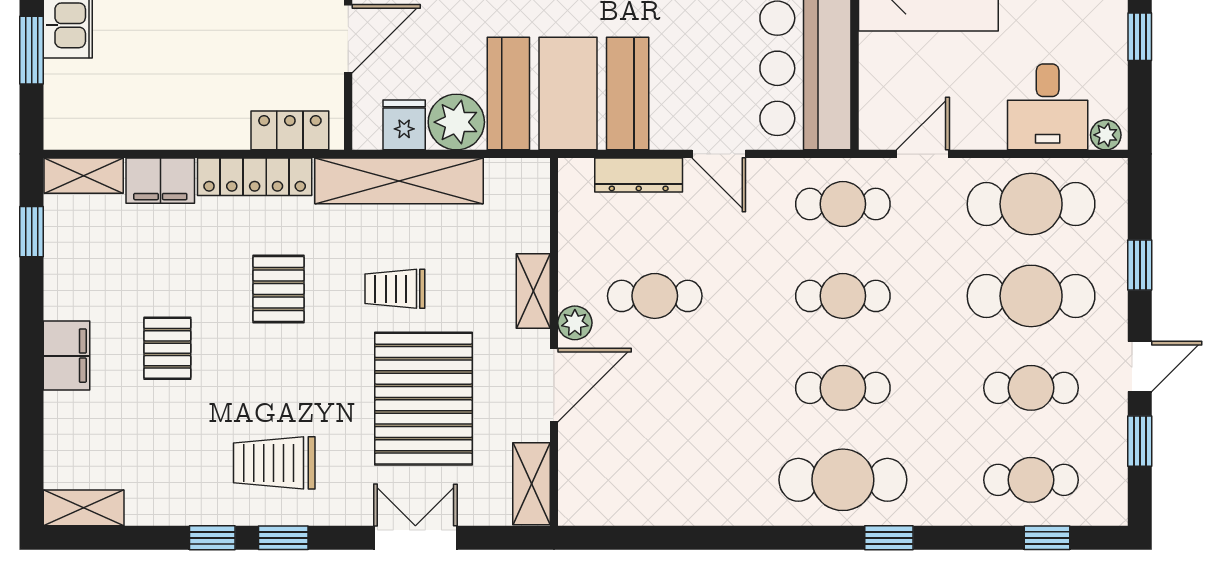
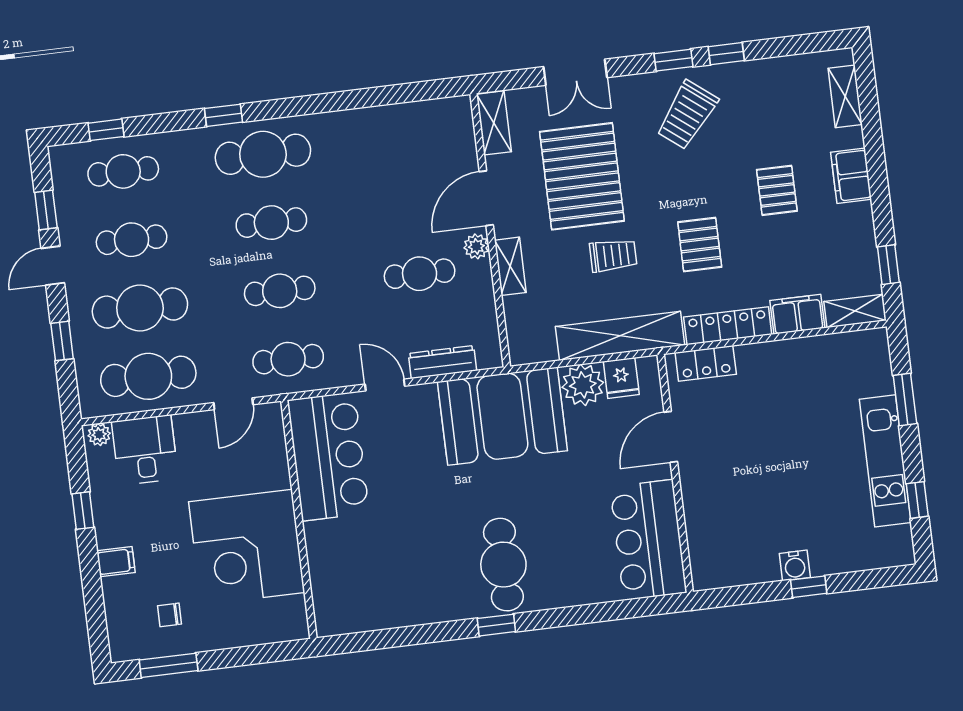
trolley: (274, 463) -> (687, 115), turned 128
shelving: (84, 508) -> (845, 96), moved, turned 90

